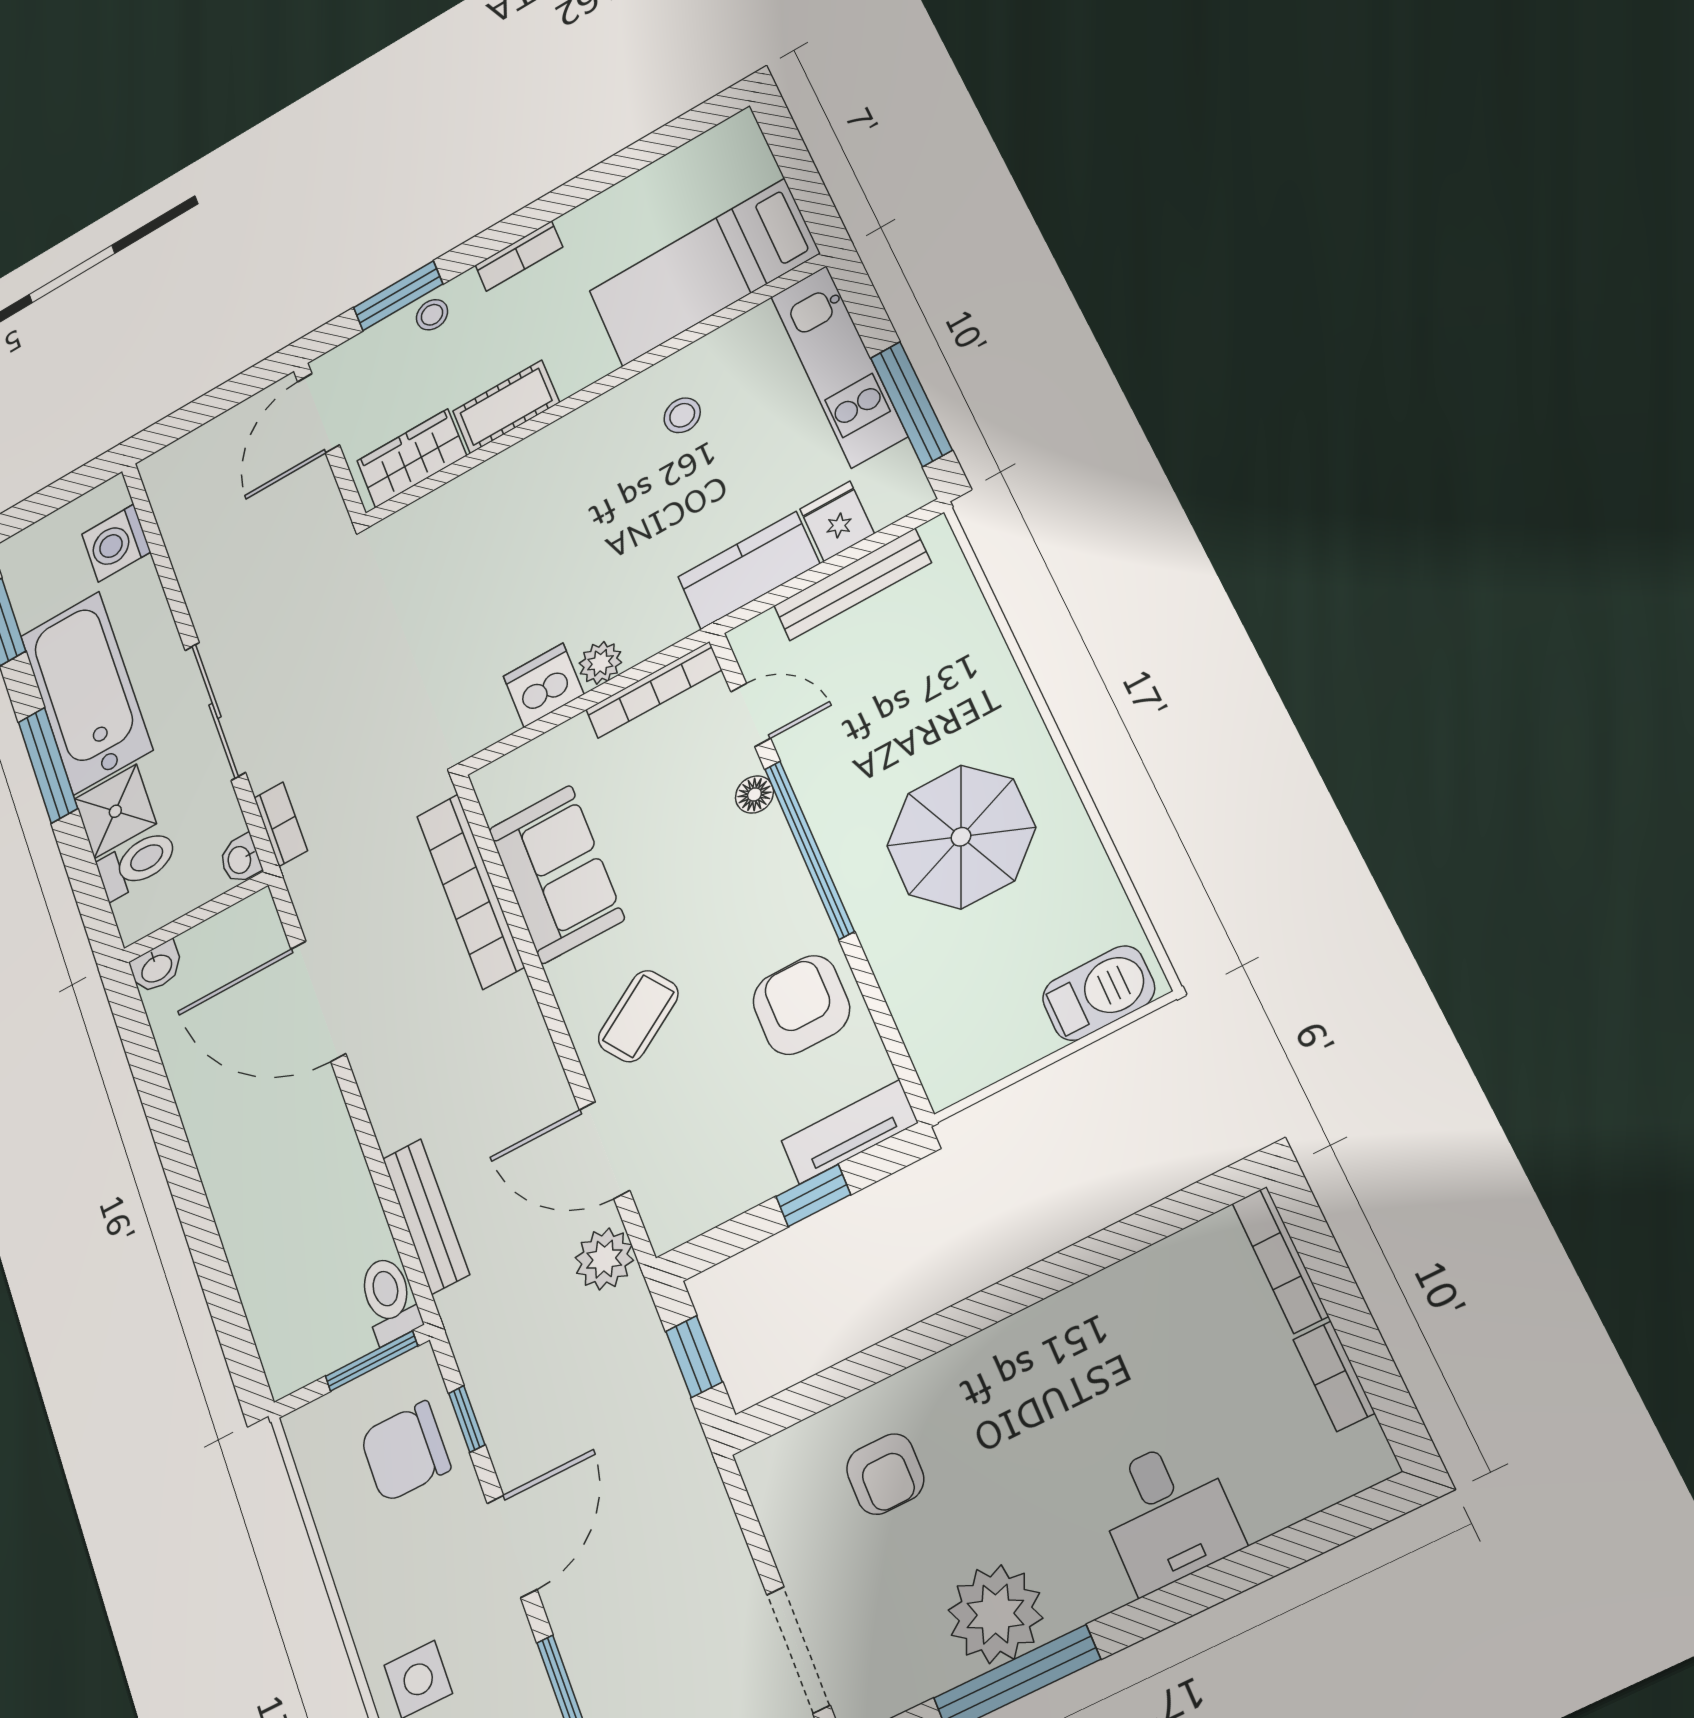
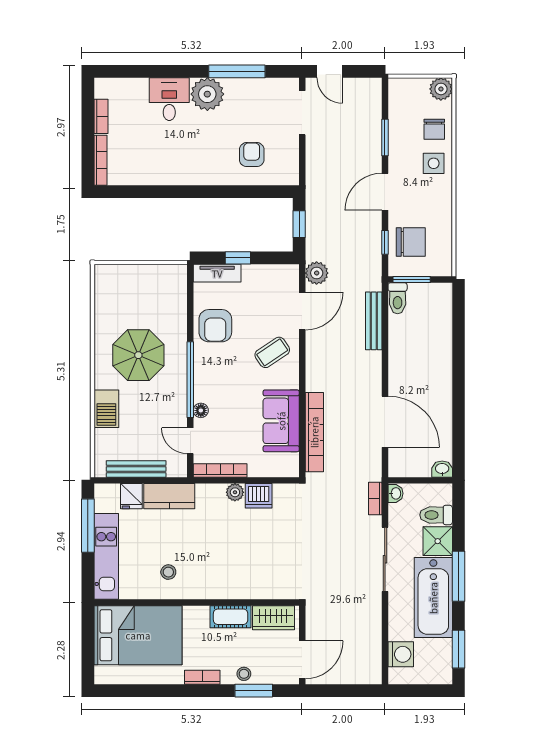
bed: (704, 272) -> (138, 635), width x1.50
barbecue: (1099, 993) -> (106, 409), moved, turned -90
door: (604, 1150) -> (302, 311), hinge flipped
plant: (995, 1614) -> (207, 94), moved

